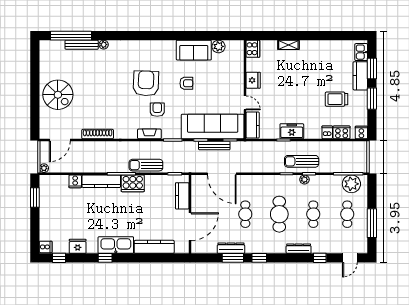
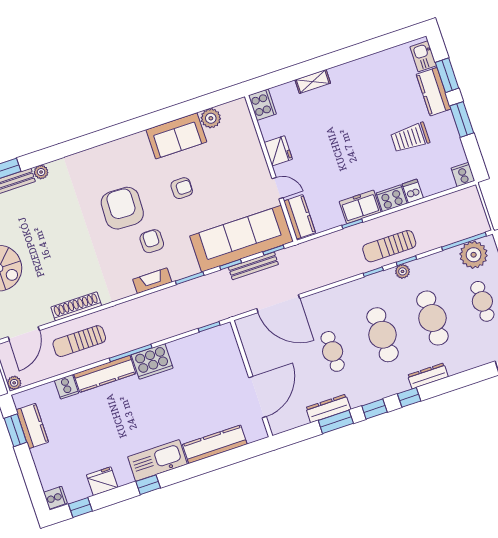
cooker: (342, 132) -> (392, 198), moved
sun lounger: (146, 165) -> (79, 341), moved
kitchen counter: (182, 196) -> (32, 426), moved, turned 180
cafe table: (313, 214) -> (432, 318), width x1.37, depth x1.35
window: (320, 258) -> (409, 397), moved

